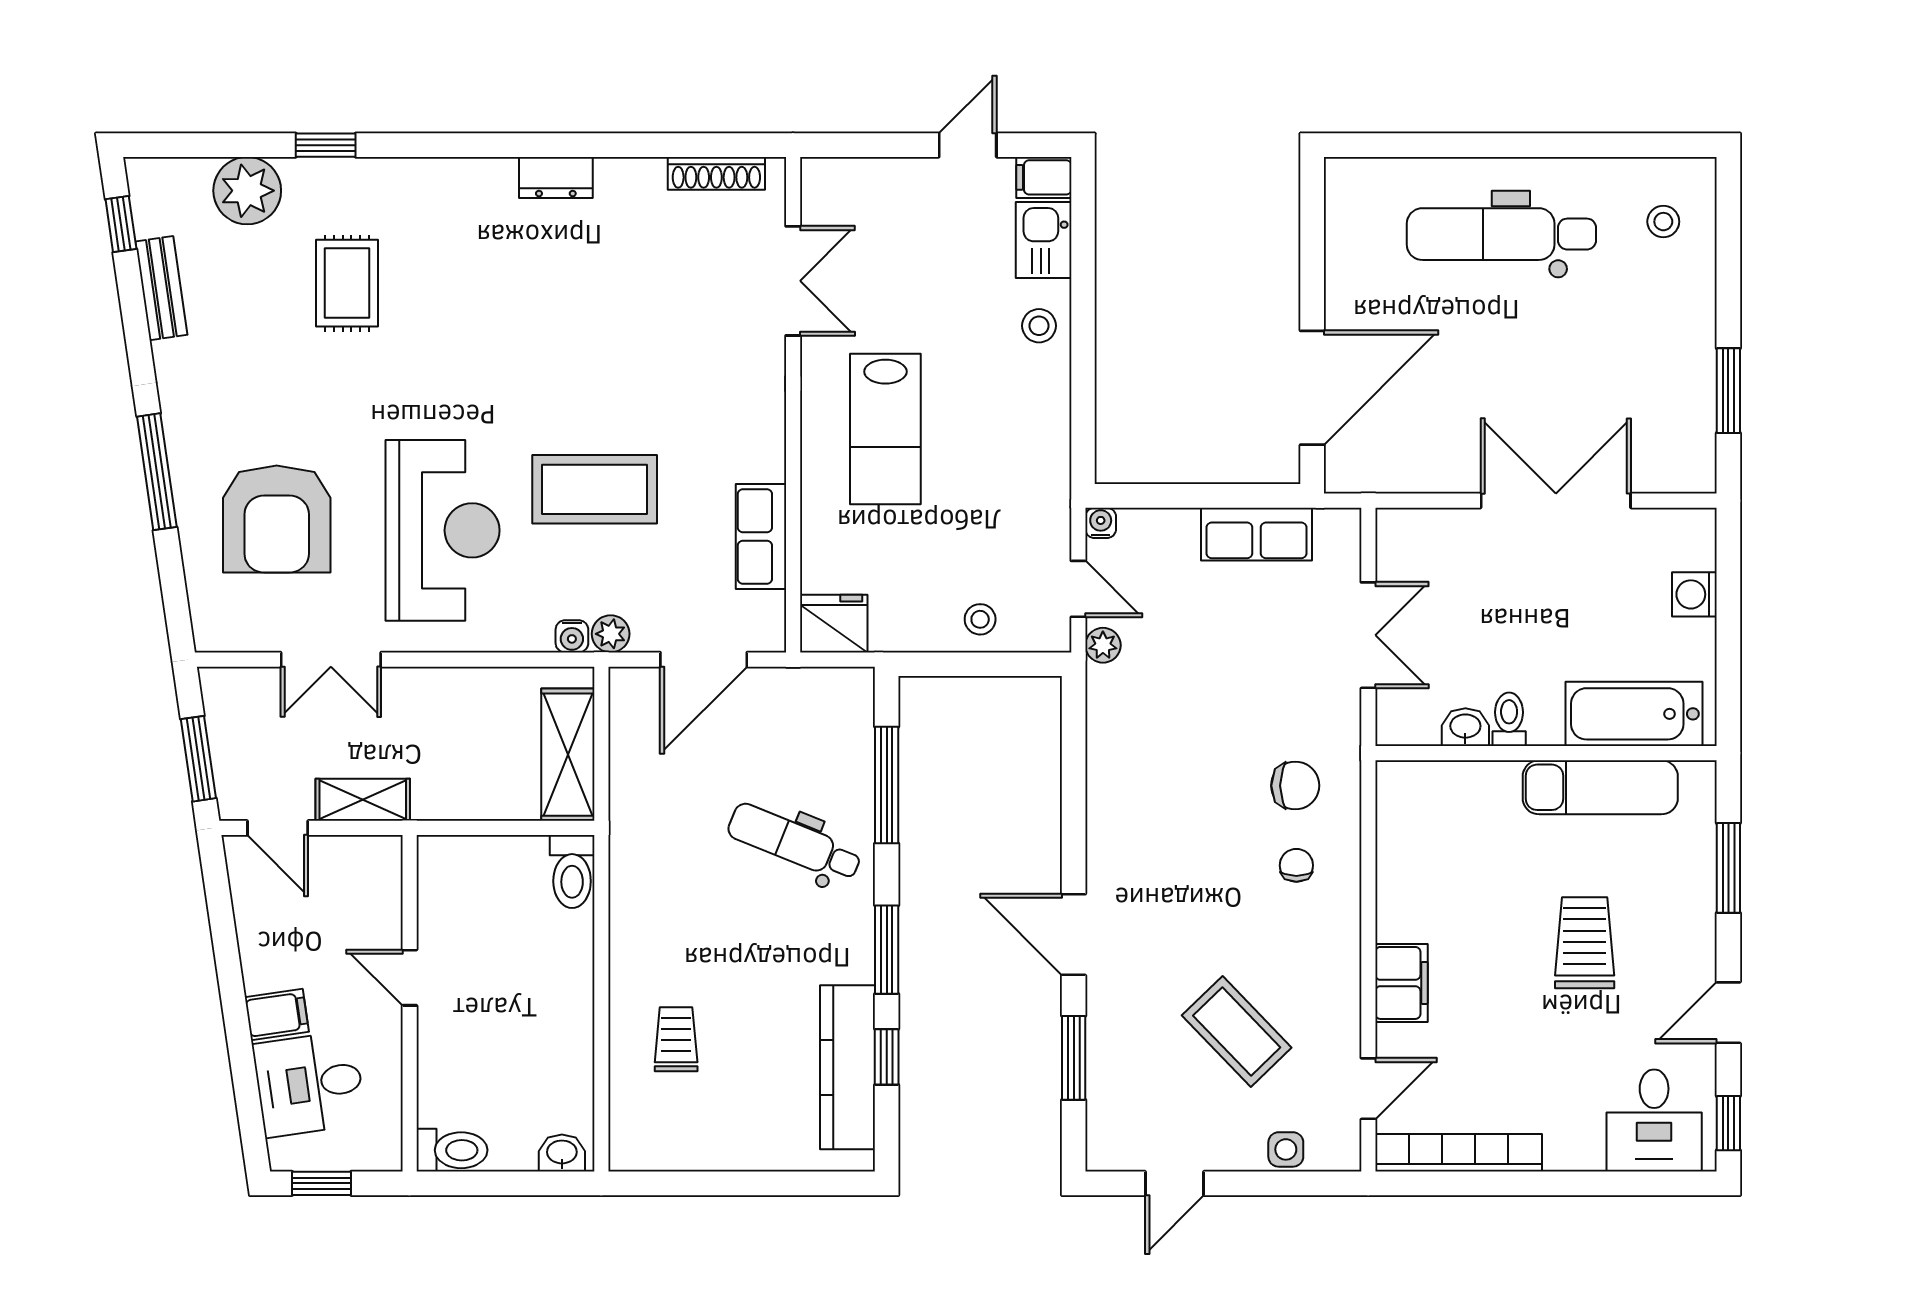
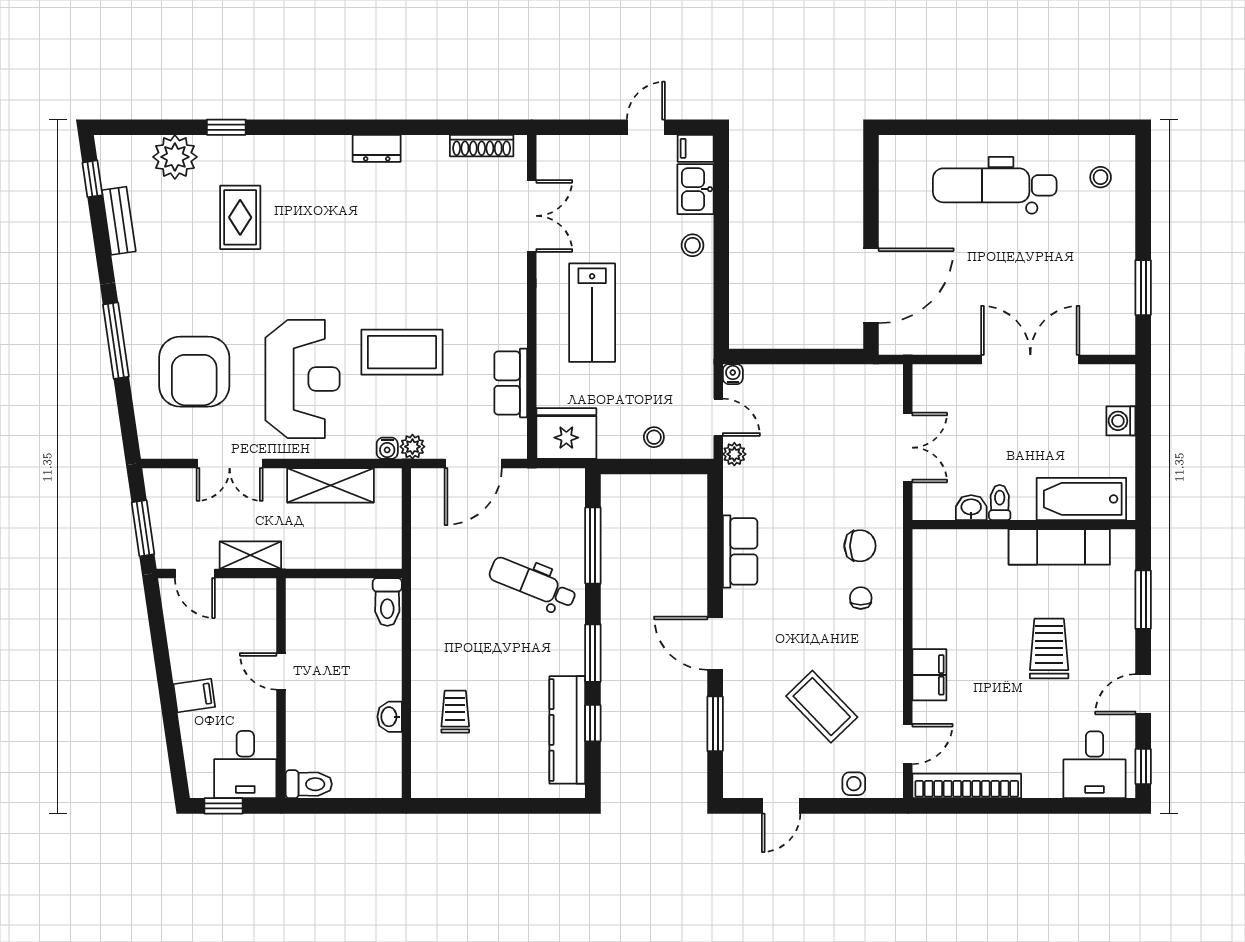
row of seats: (1257, 534) -> (740, 551), moved, turned -90
fridge: (834, 624) -> (566, 434), width x1.36, depth x1.34
shelving: (568, 755) -> (331, 485), moved, turned 90
desk: (309, 1084) -> (245, 765), moved, turned -82
washbasin: (562, 1153) -> (390, 717), moved, turned -90

